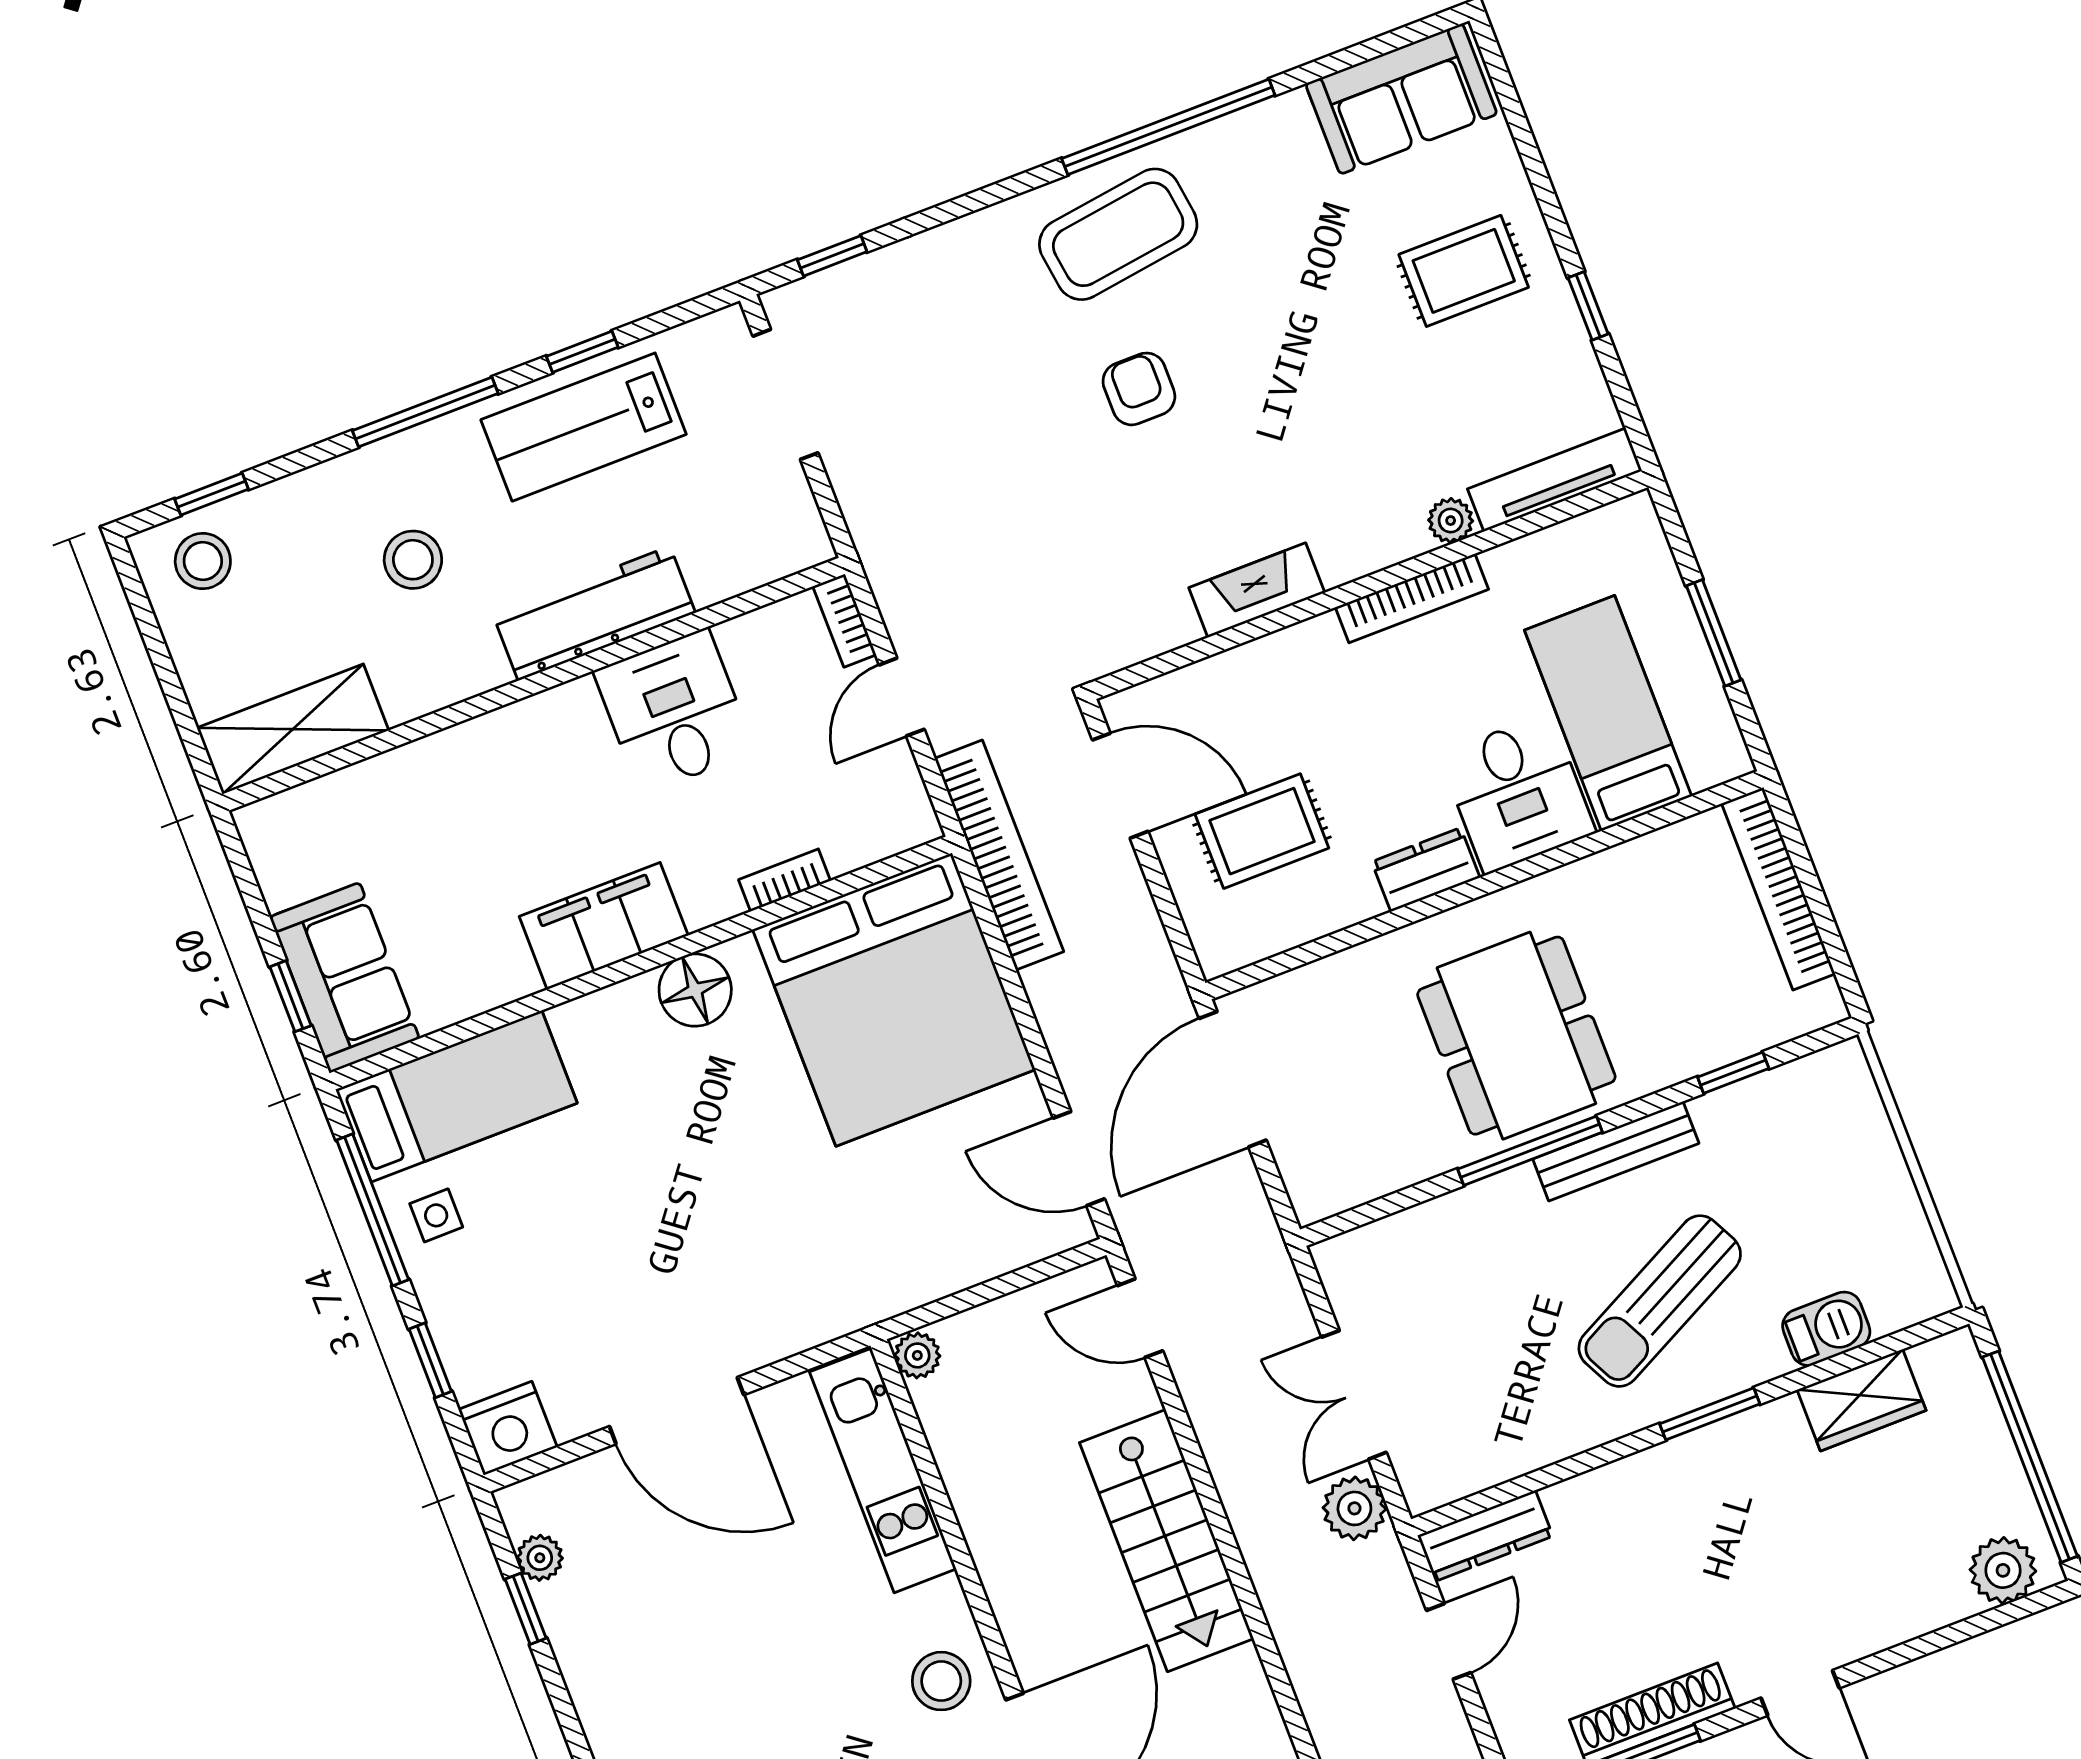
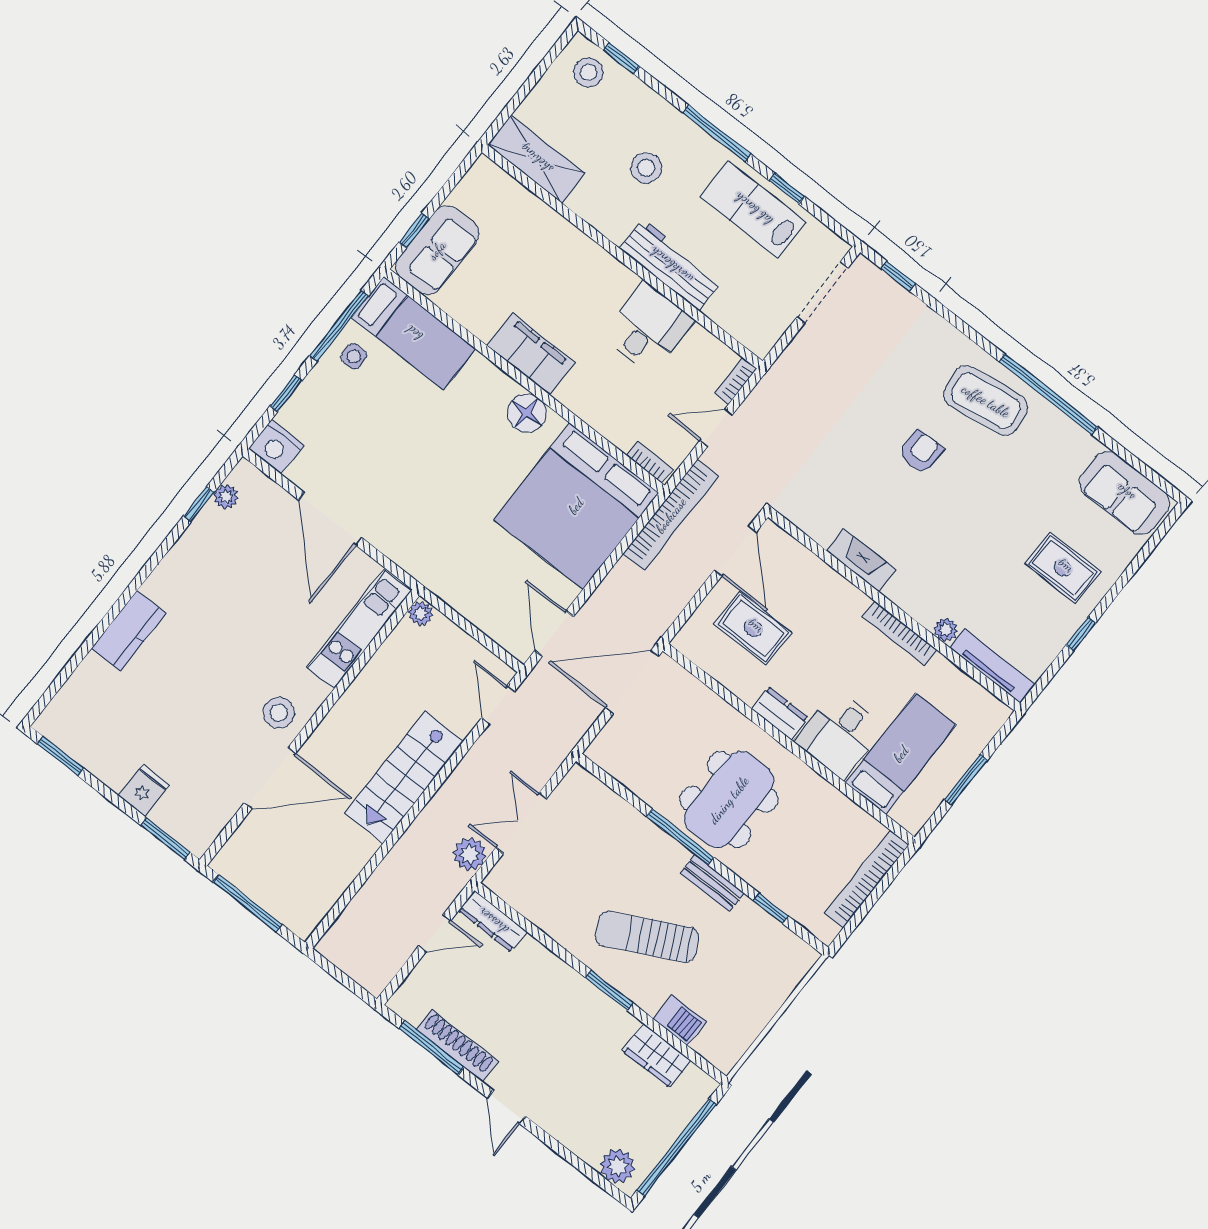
bookcase: (785, 880) -> (650, 462), moved
bench: (1616, 1151) -> (712, 883), width x0.73

